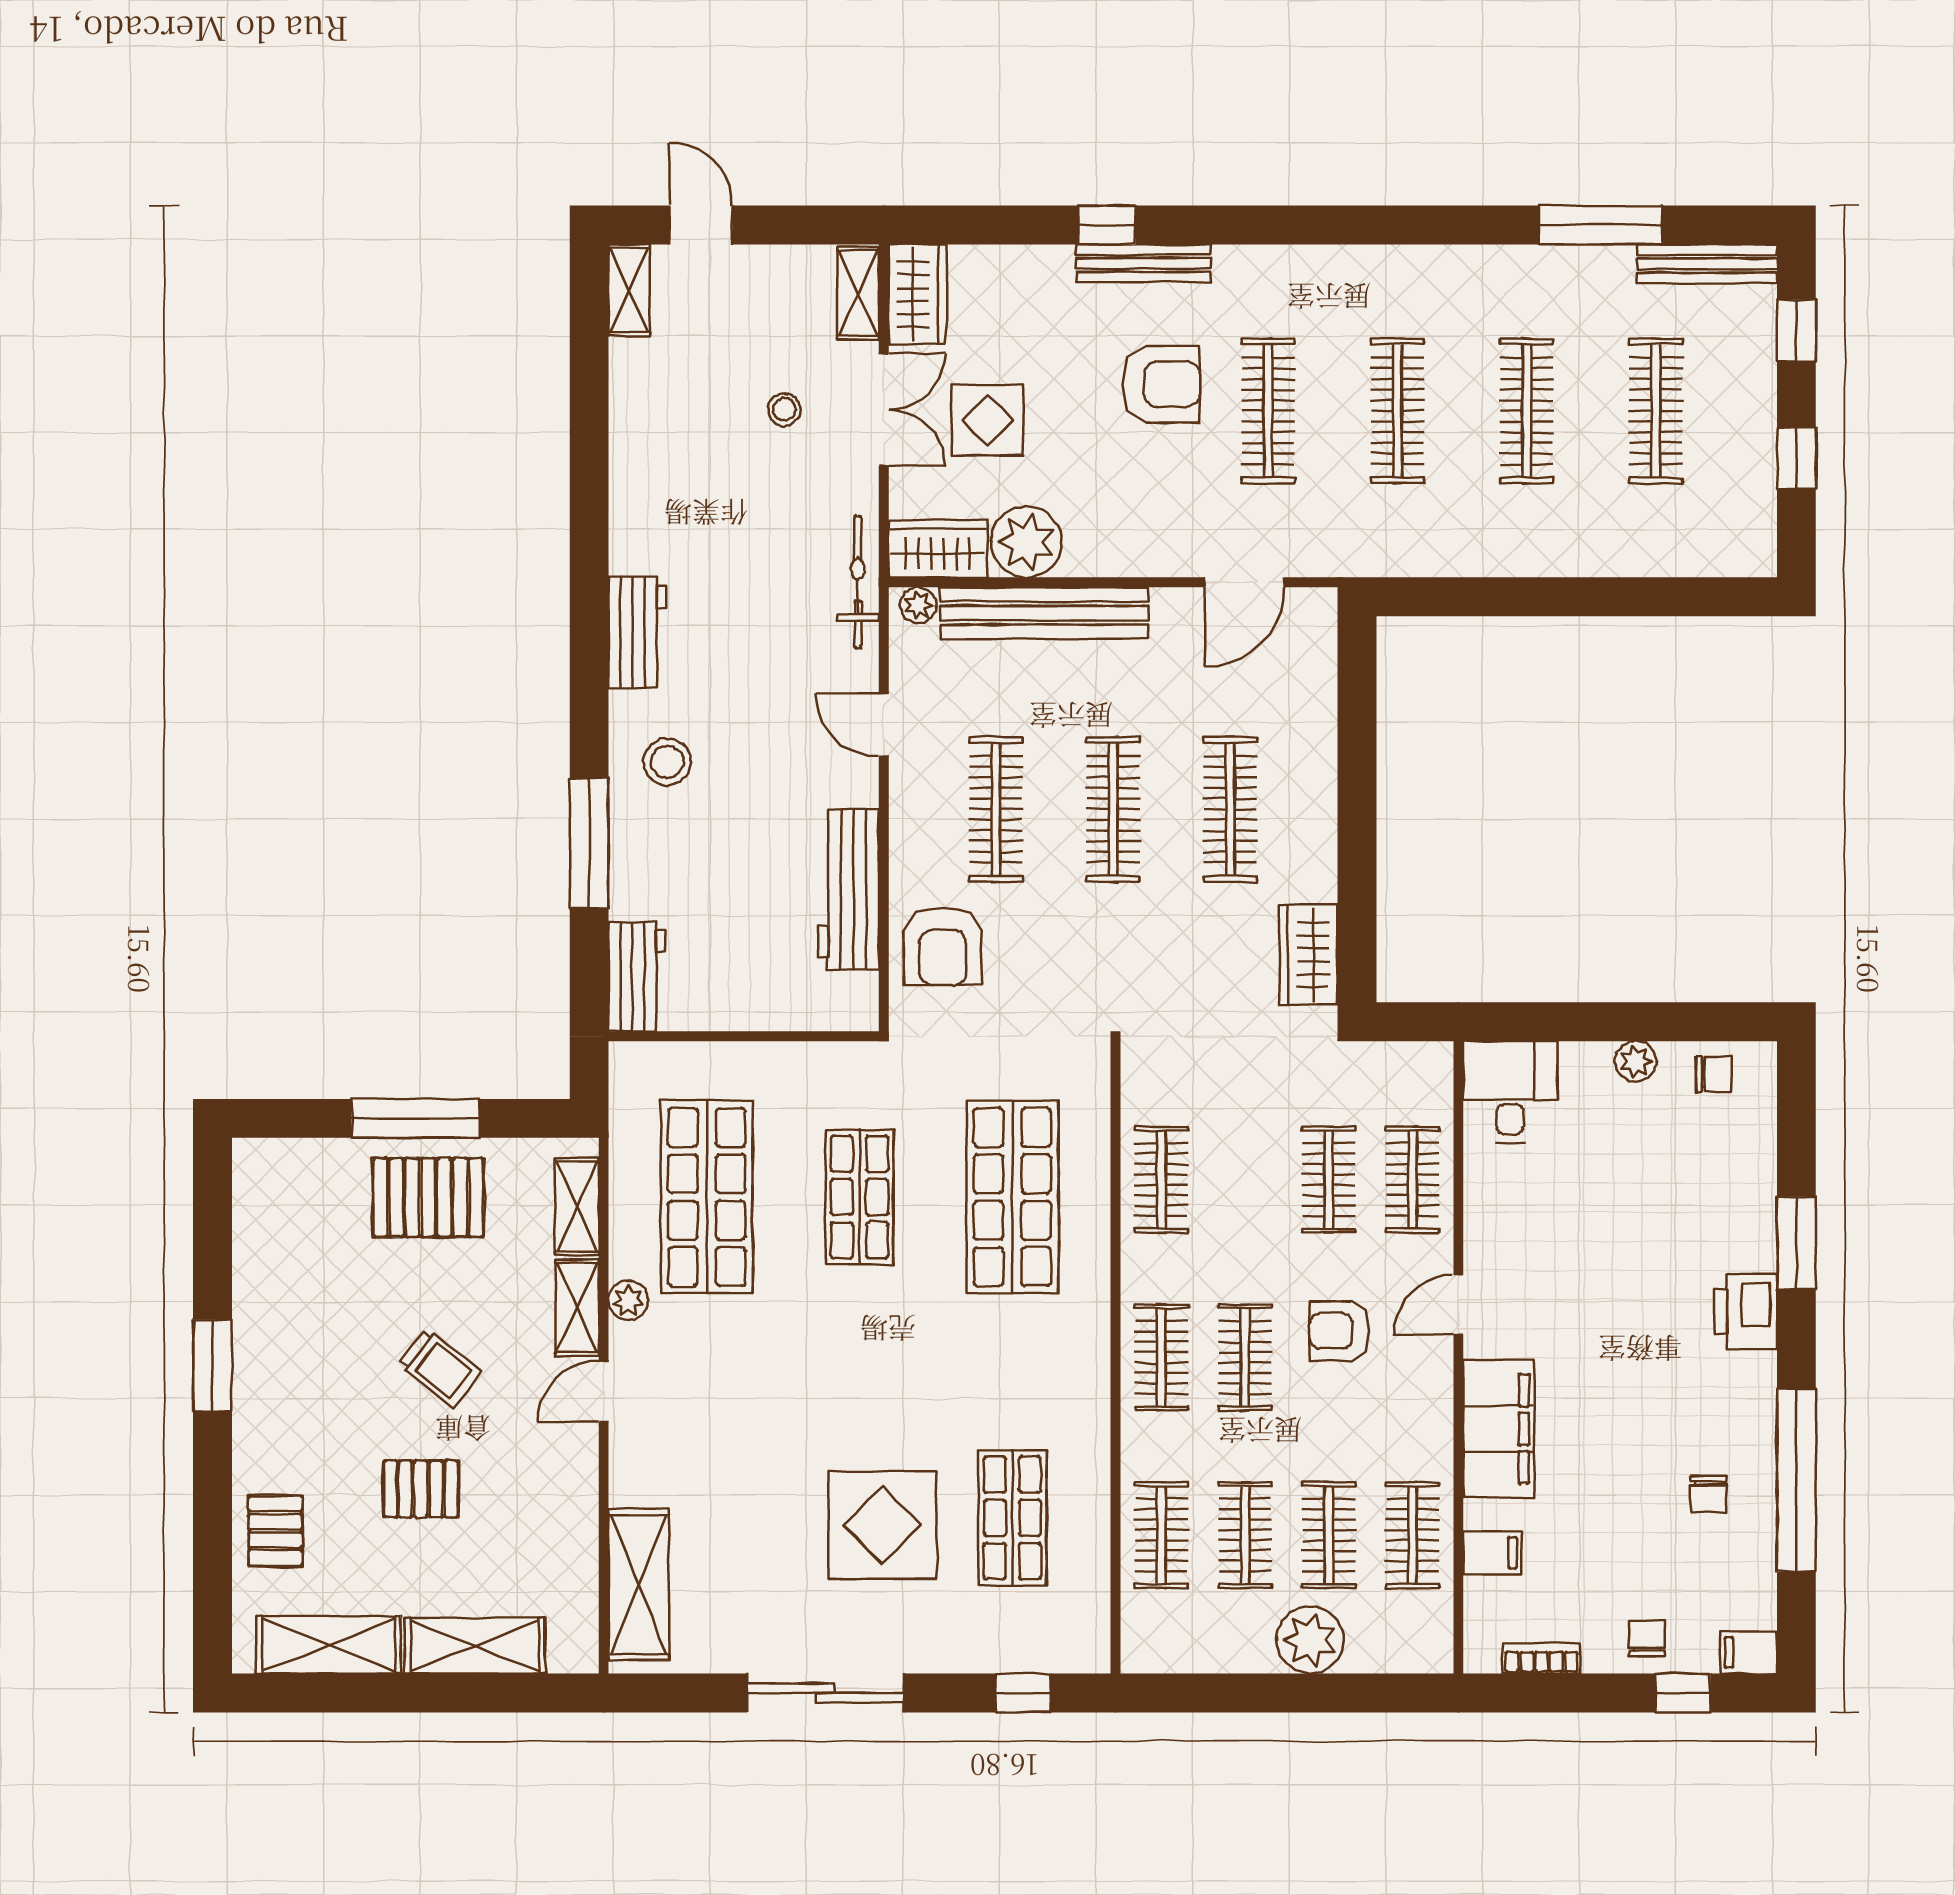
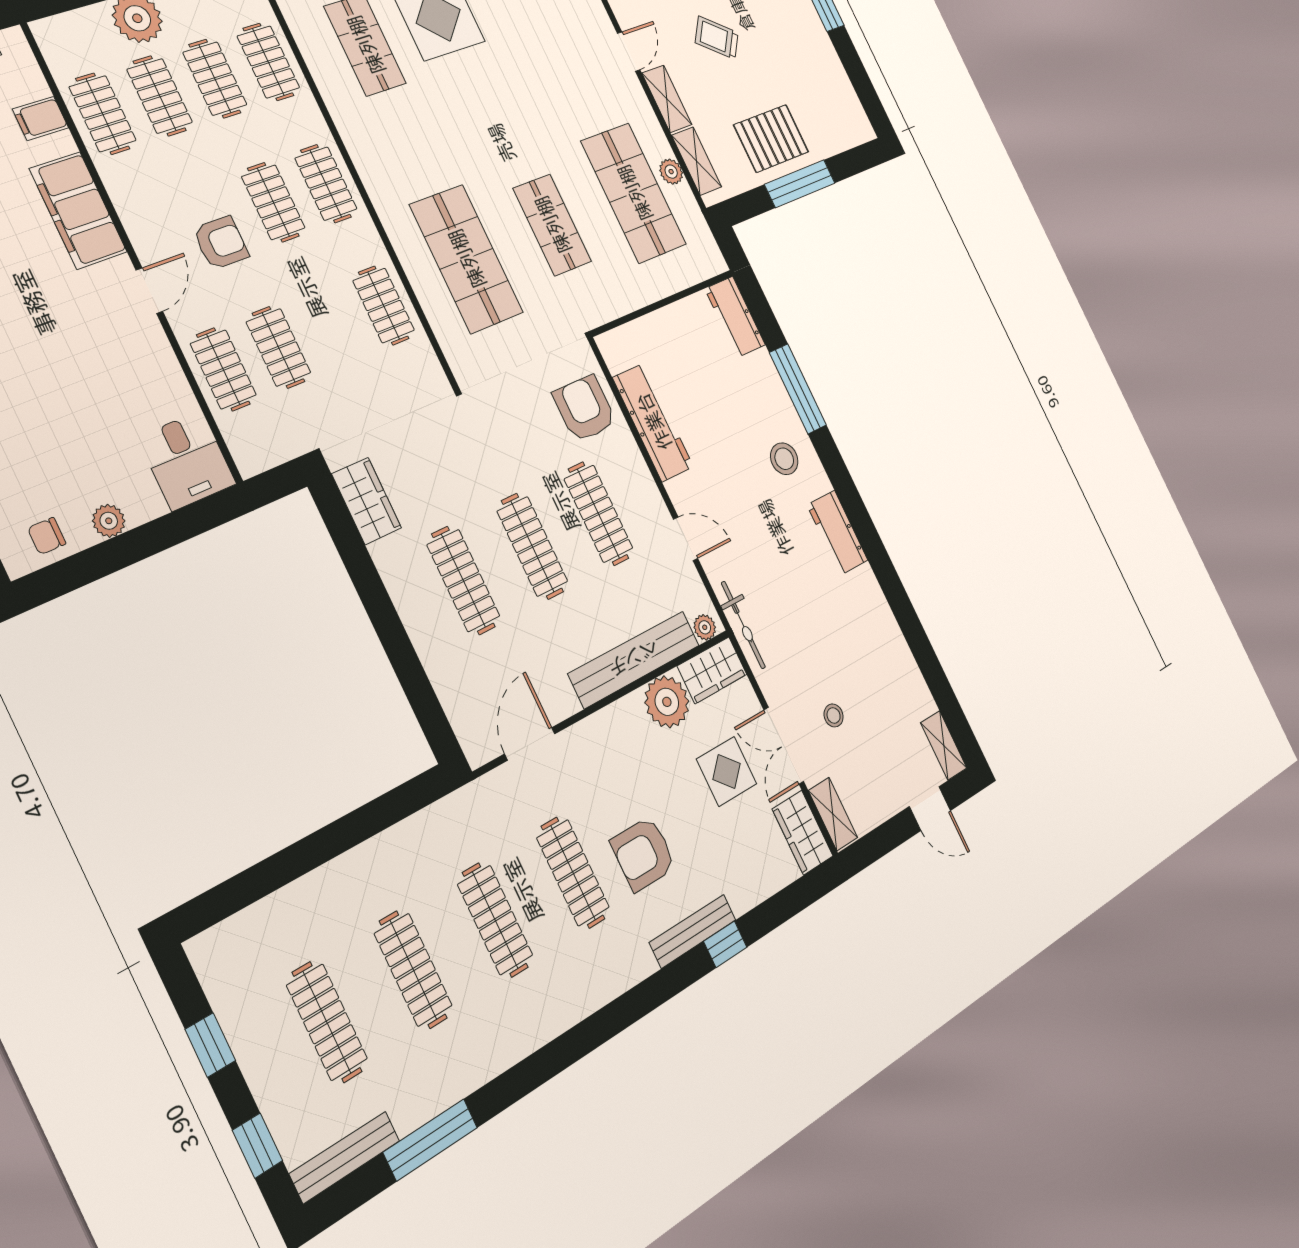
plant: (628, 1300) -> (671, 172), moved

